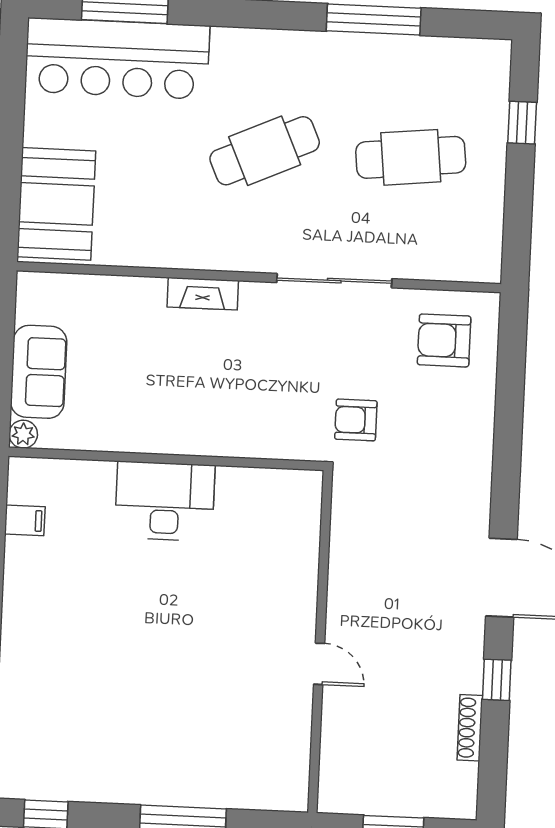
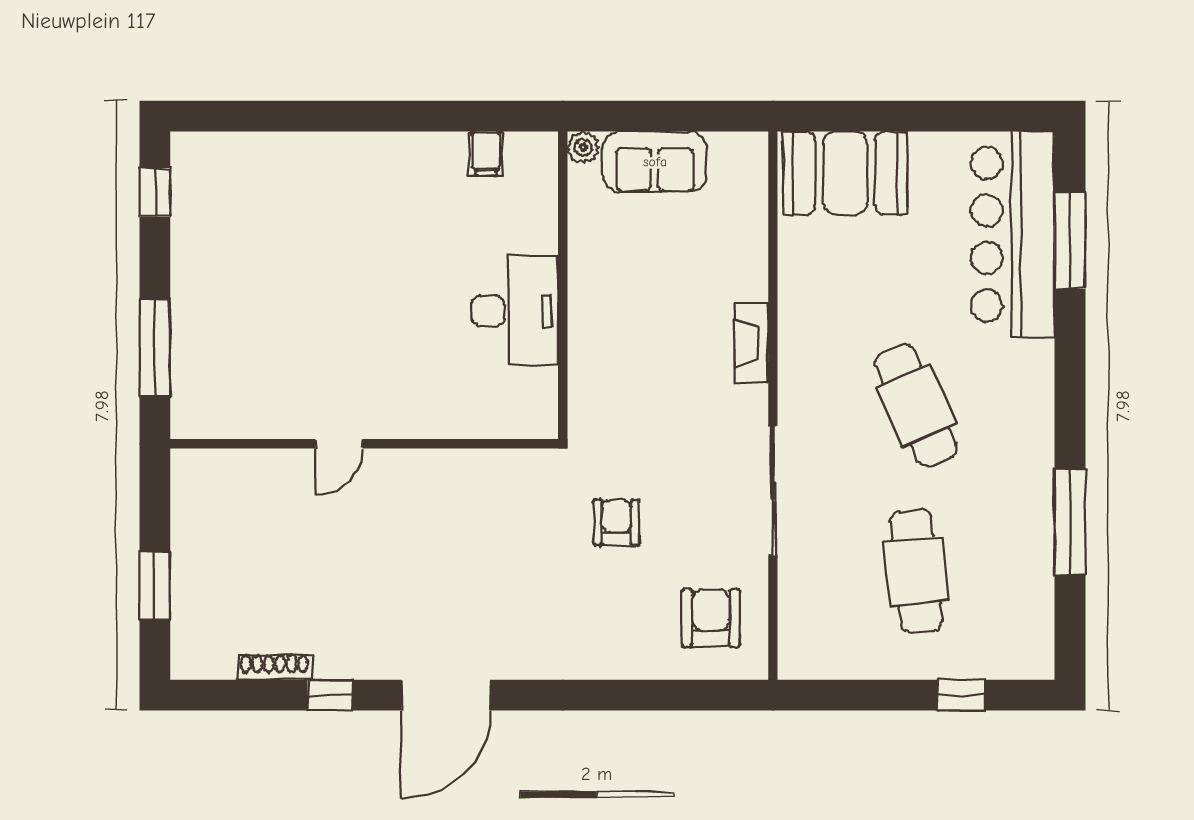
wall: (320, 642) -> (364, 444), moved
door: (319, 664) -> (339, 444), moved

